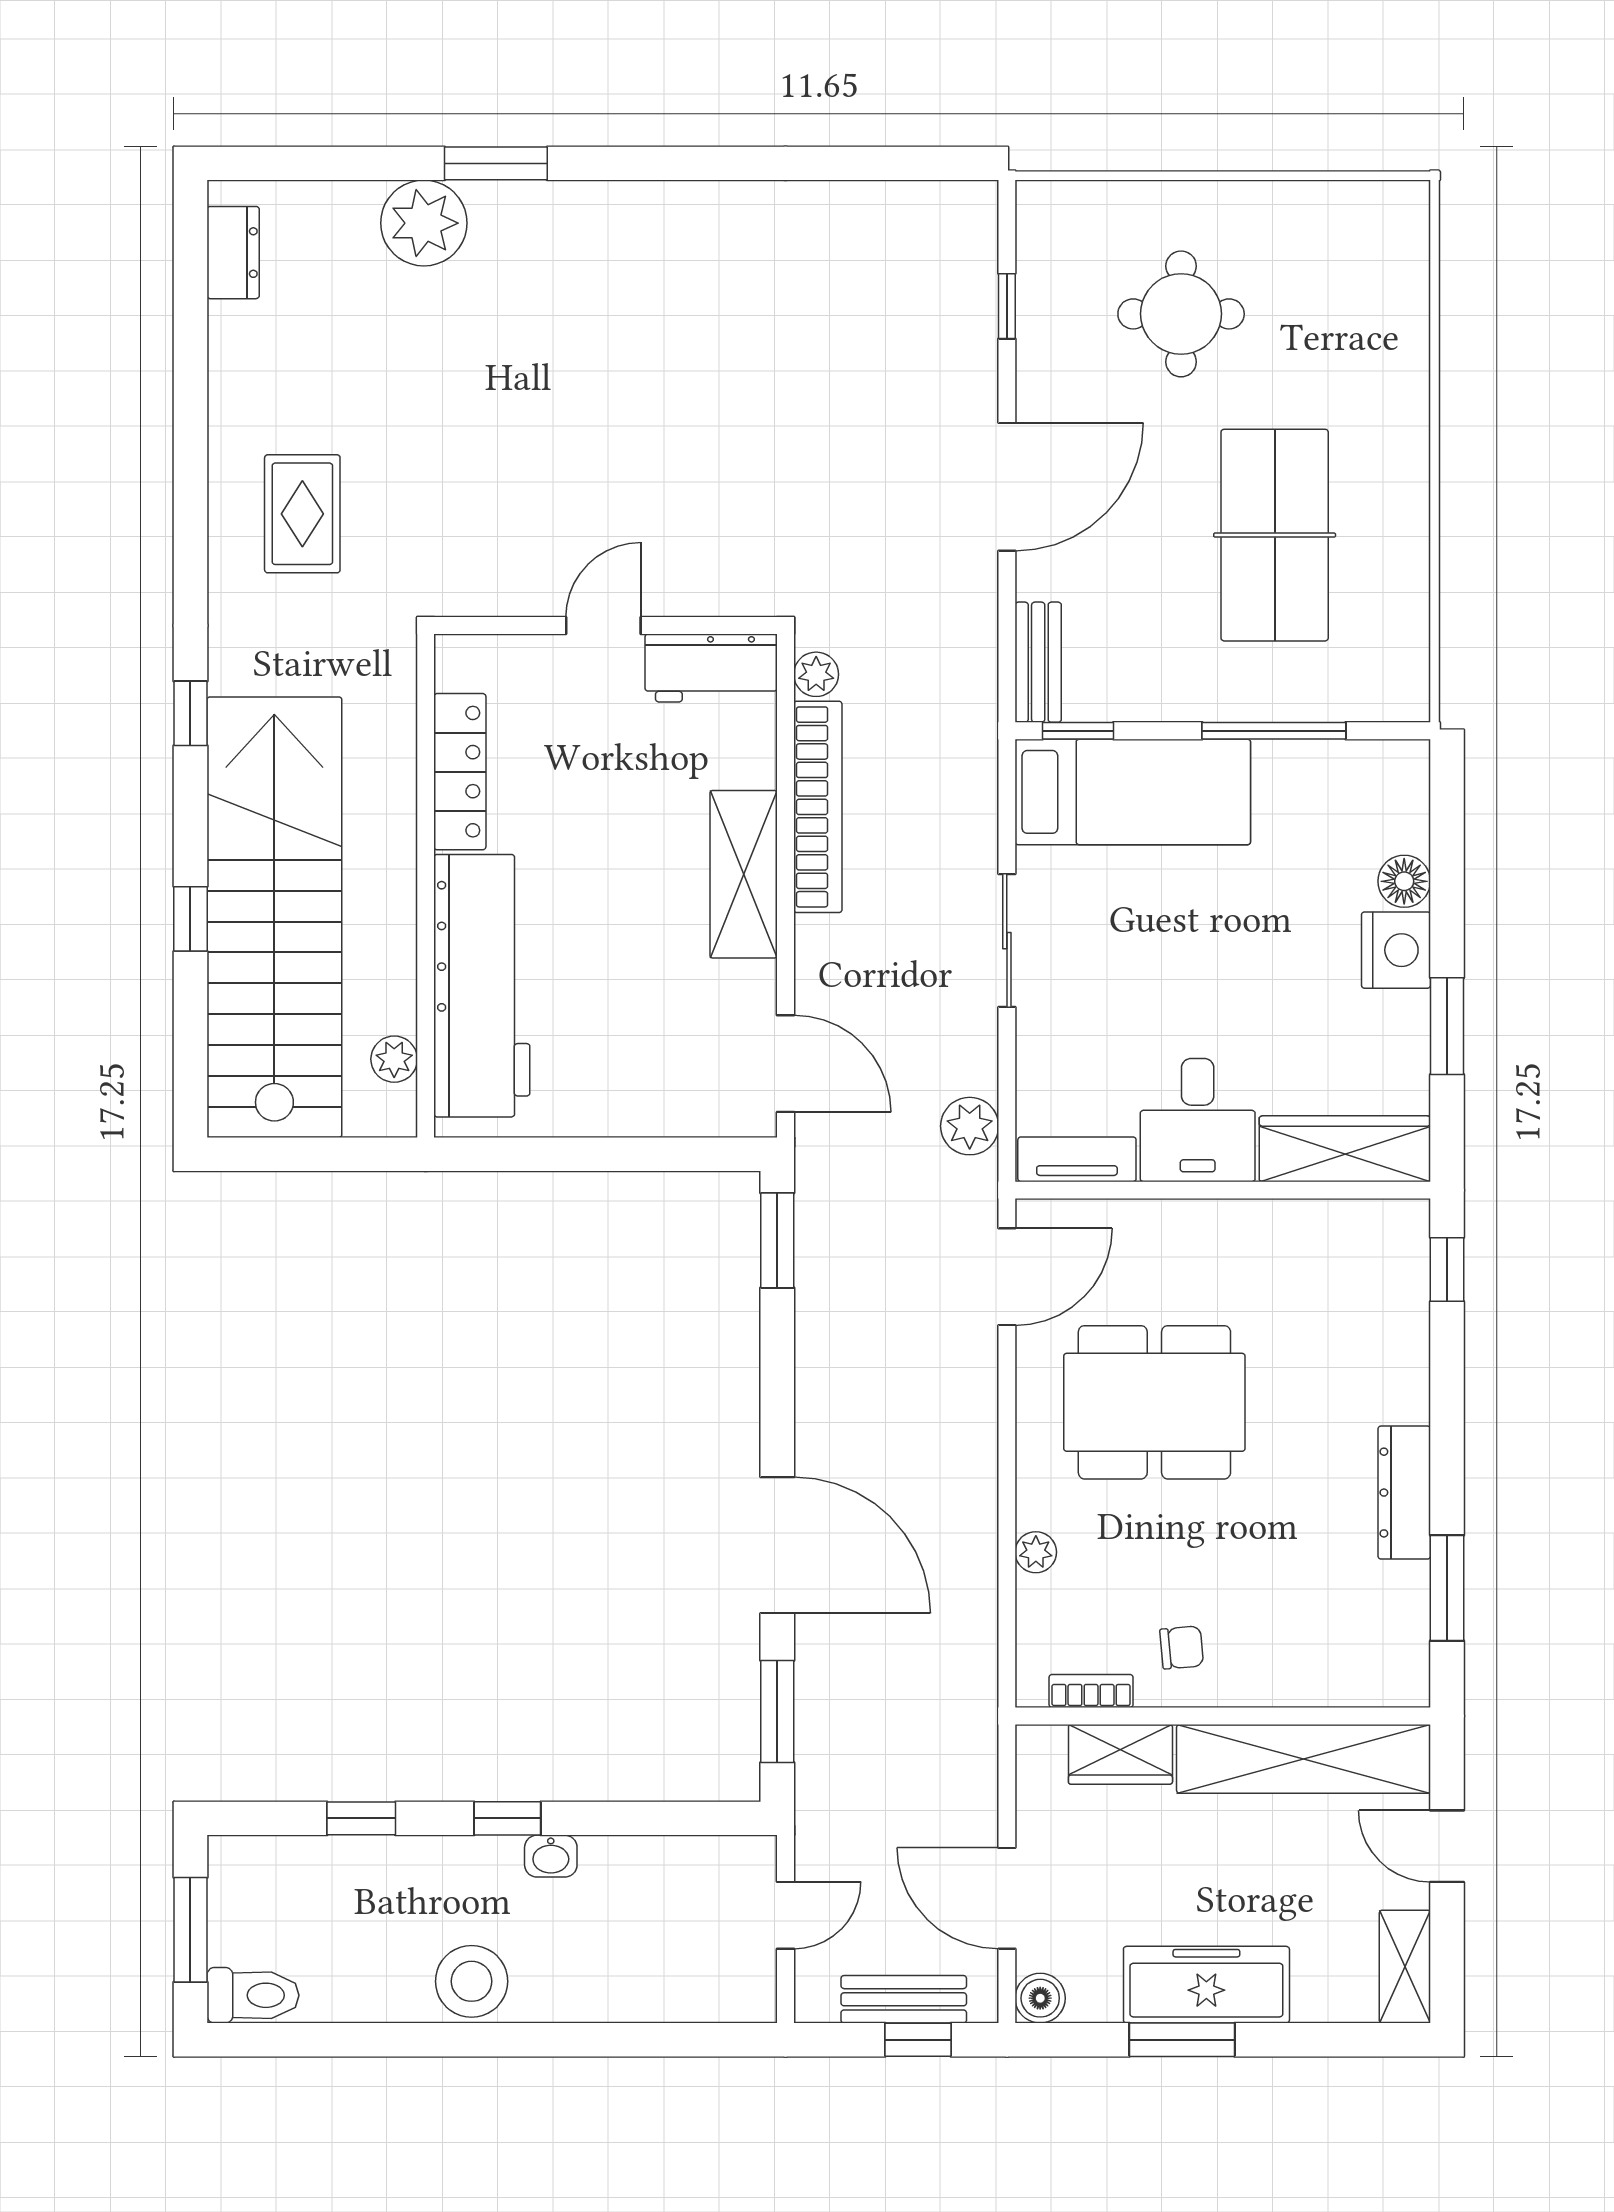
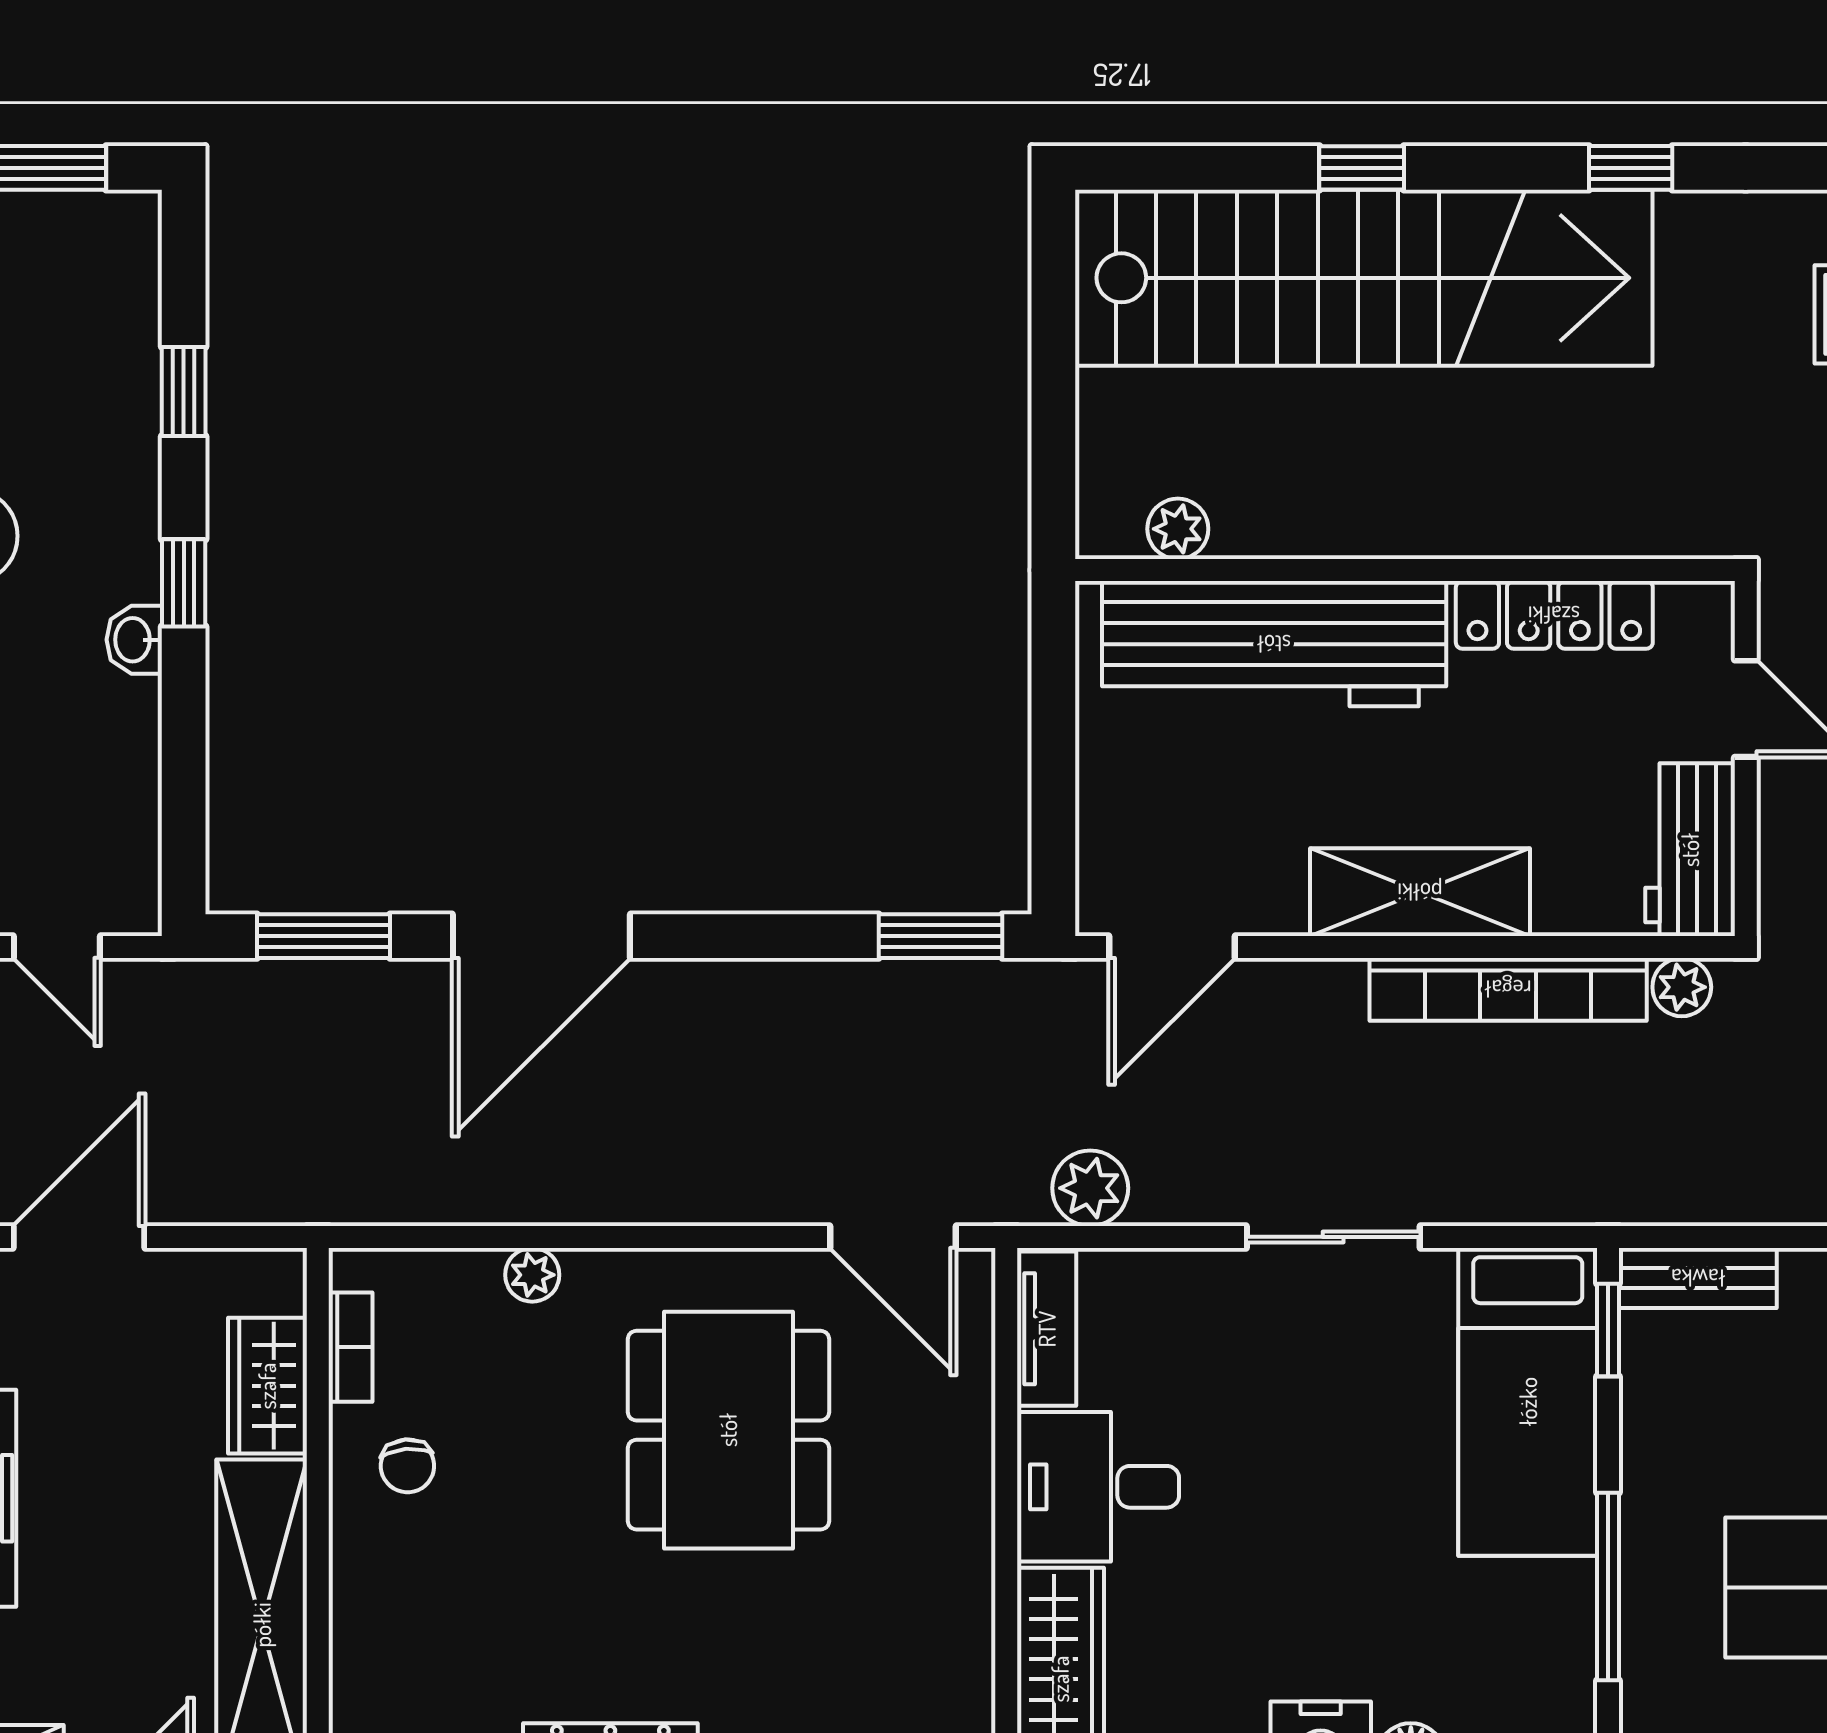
locker: (460, 772) -> (1554, 615), moved
wall: (426, 886) -> (1405, 570), moved
workbench: (482, 986) -> (1274, 644), moved
plant: (394, 1059) -> (1178, 529), moved

